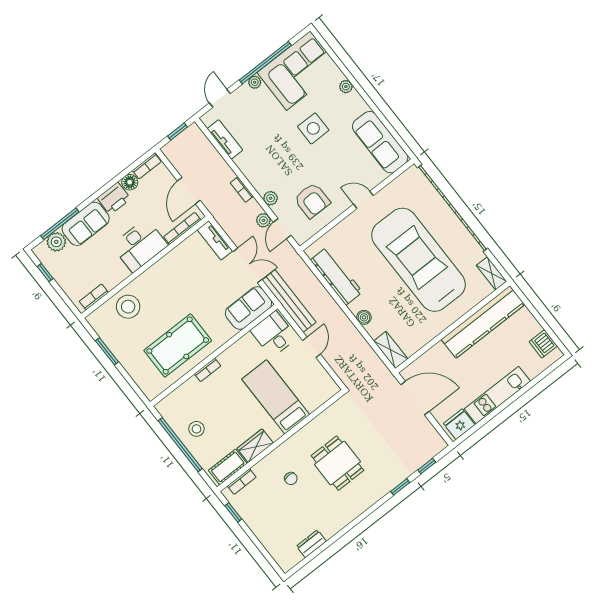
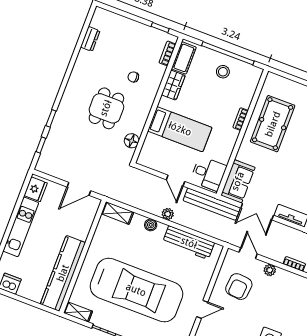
armchair: (312, 200) -> (239, 287), turned -85
plant: (263, 220) -> (168, 214), moved
door: (415, 398) -> (79, 189), width x0.73
floor lamp: (332, 415) -> (132, 141), added
dining table: (337, 463) -> (106, 108), turned 90

